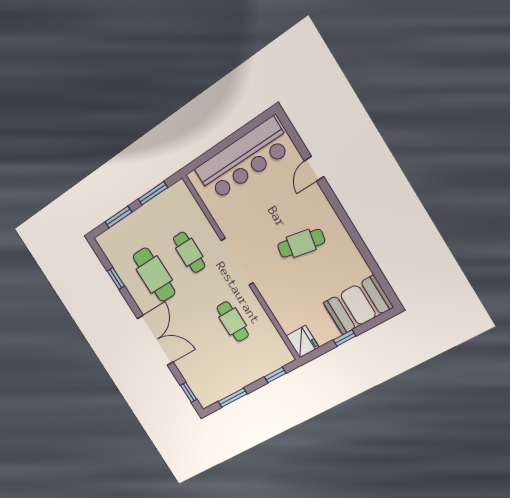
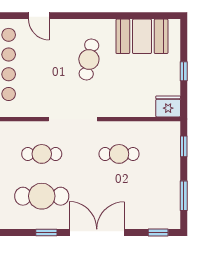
window: (116, 279) -> (46, 232), moved
booth: (358, 305) -> (142, 36), moved, turned 90

